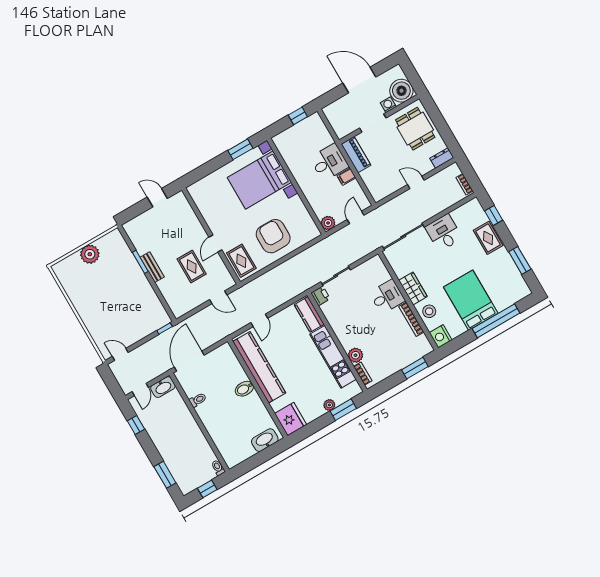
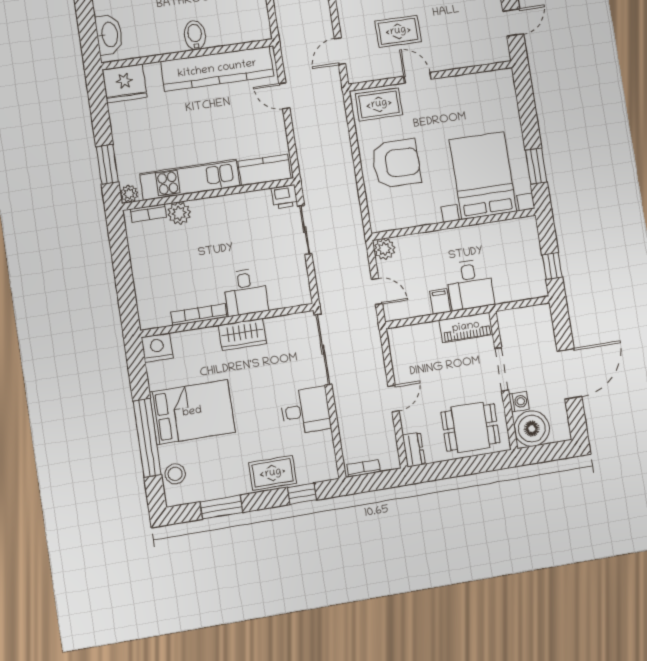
stool: (429, 311) -> (175, 474), moved
window: (415, 368) -> (126, 292), removed
plant: (329, 405) -> (129, 194), moved

